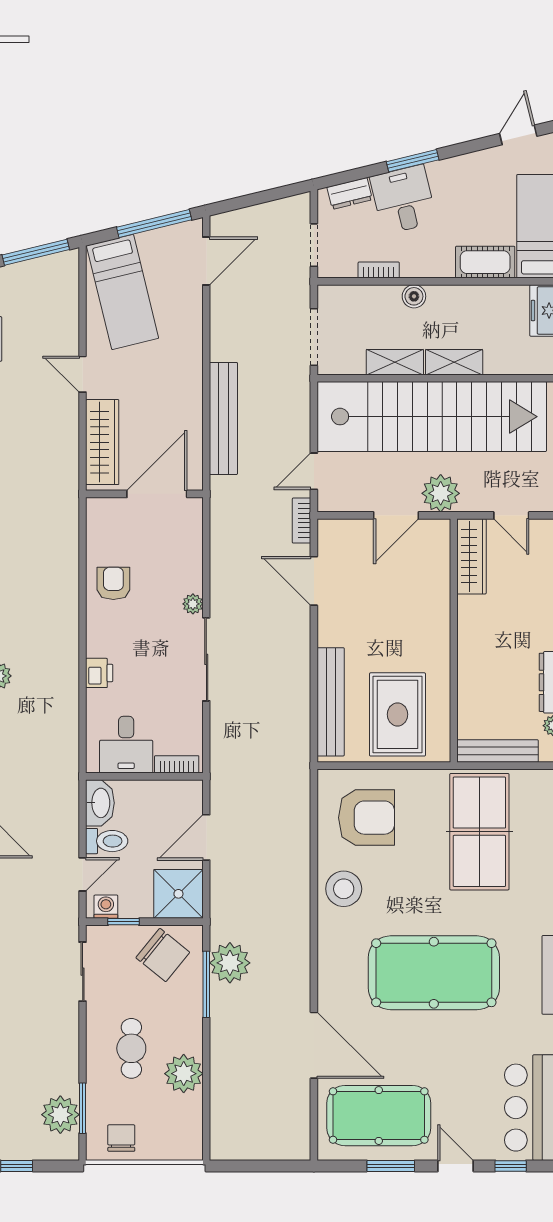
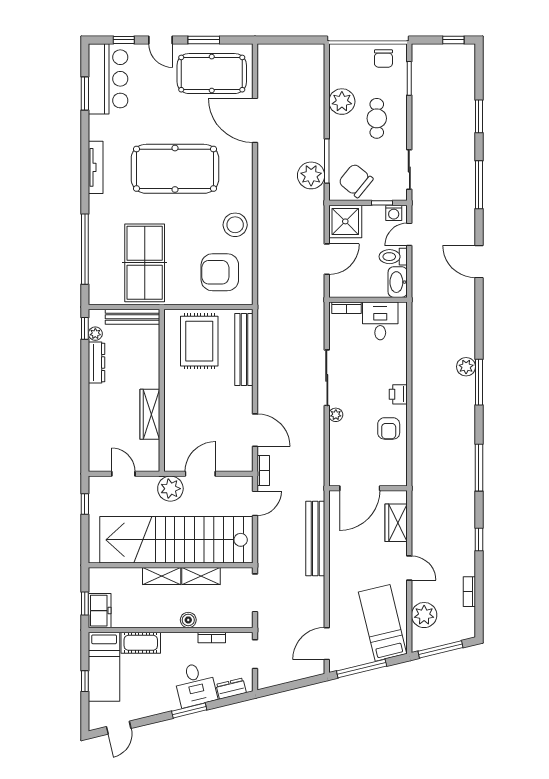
wardrobe: (102, 442) -> (396, 523), width x0.67
wardrobe: (472, 556) -> (150, 414), moved
printer: (99, 673) -> (398, 394), moved
plant: (60, 1115) -> (424, 615), moved

